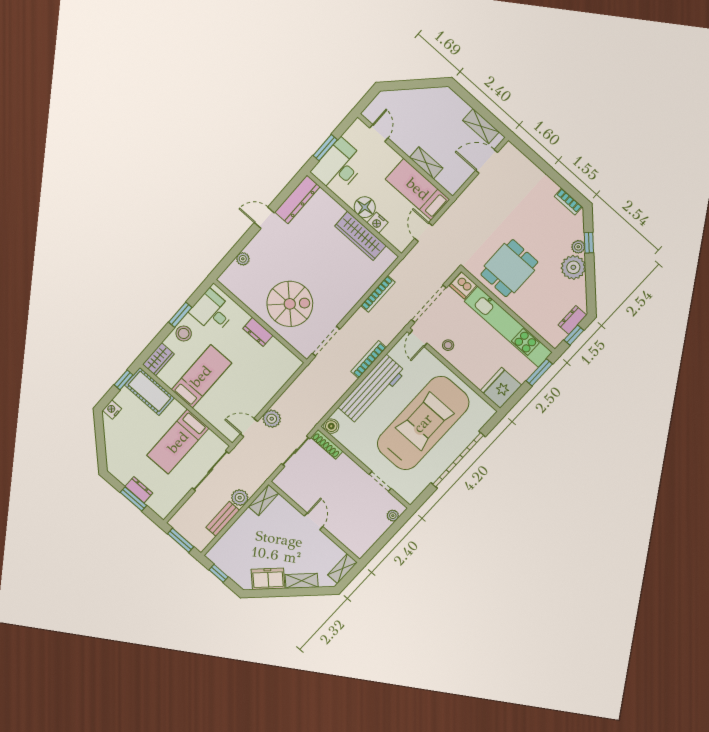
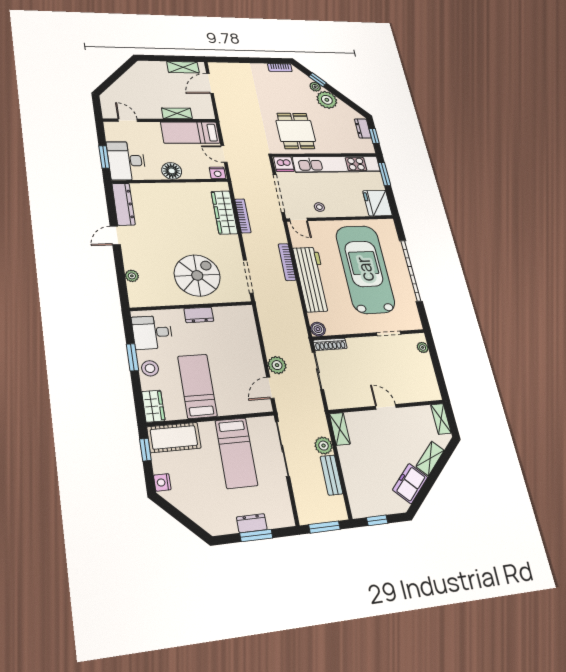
nightstand: (377, 223) -> (217, 173), moved
wardrobe: (360, 236) -> (224, 212), moved, turned 90

